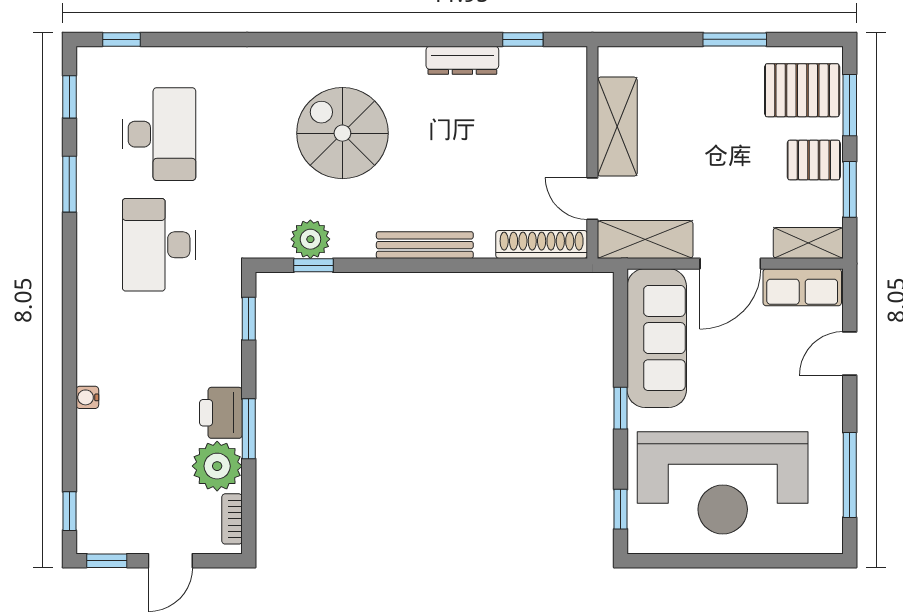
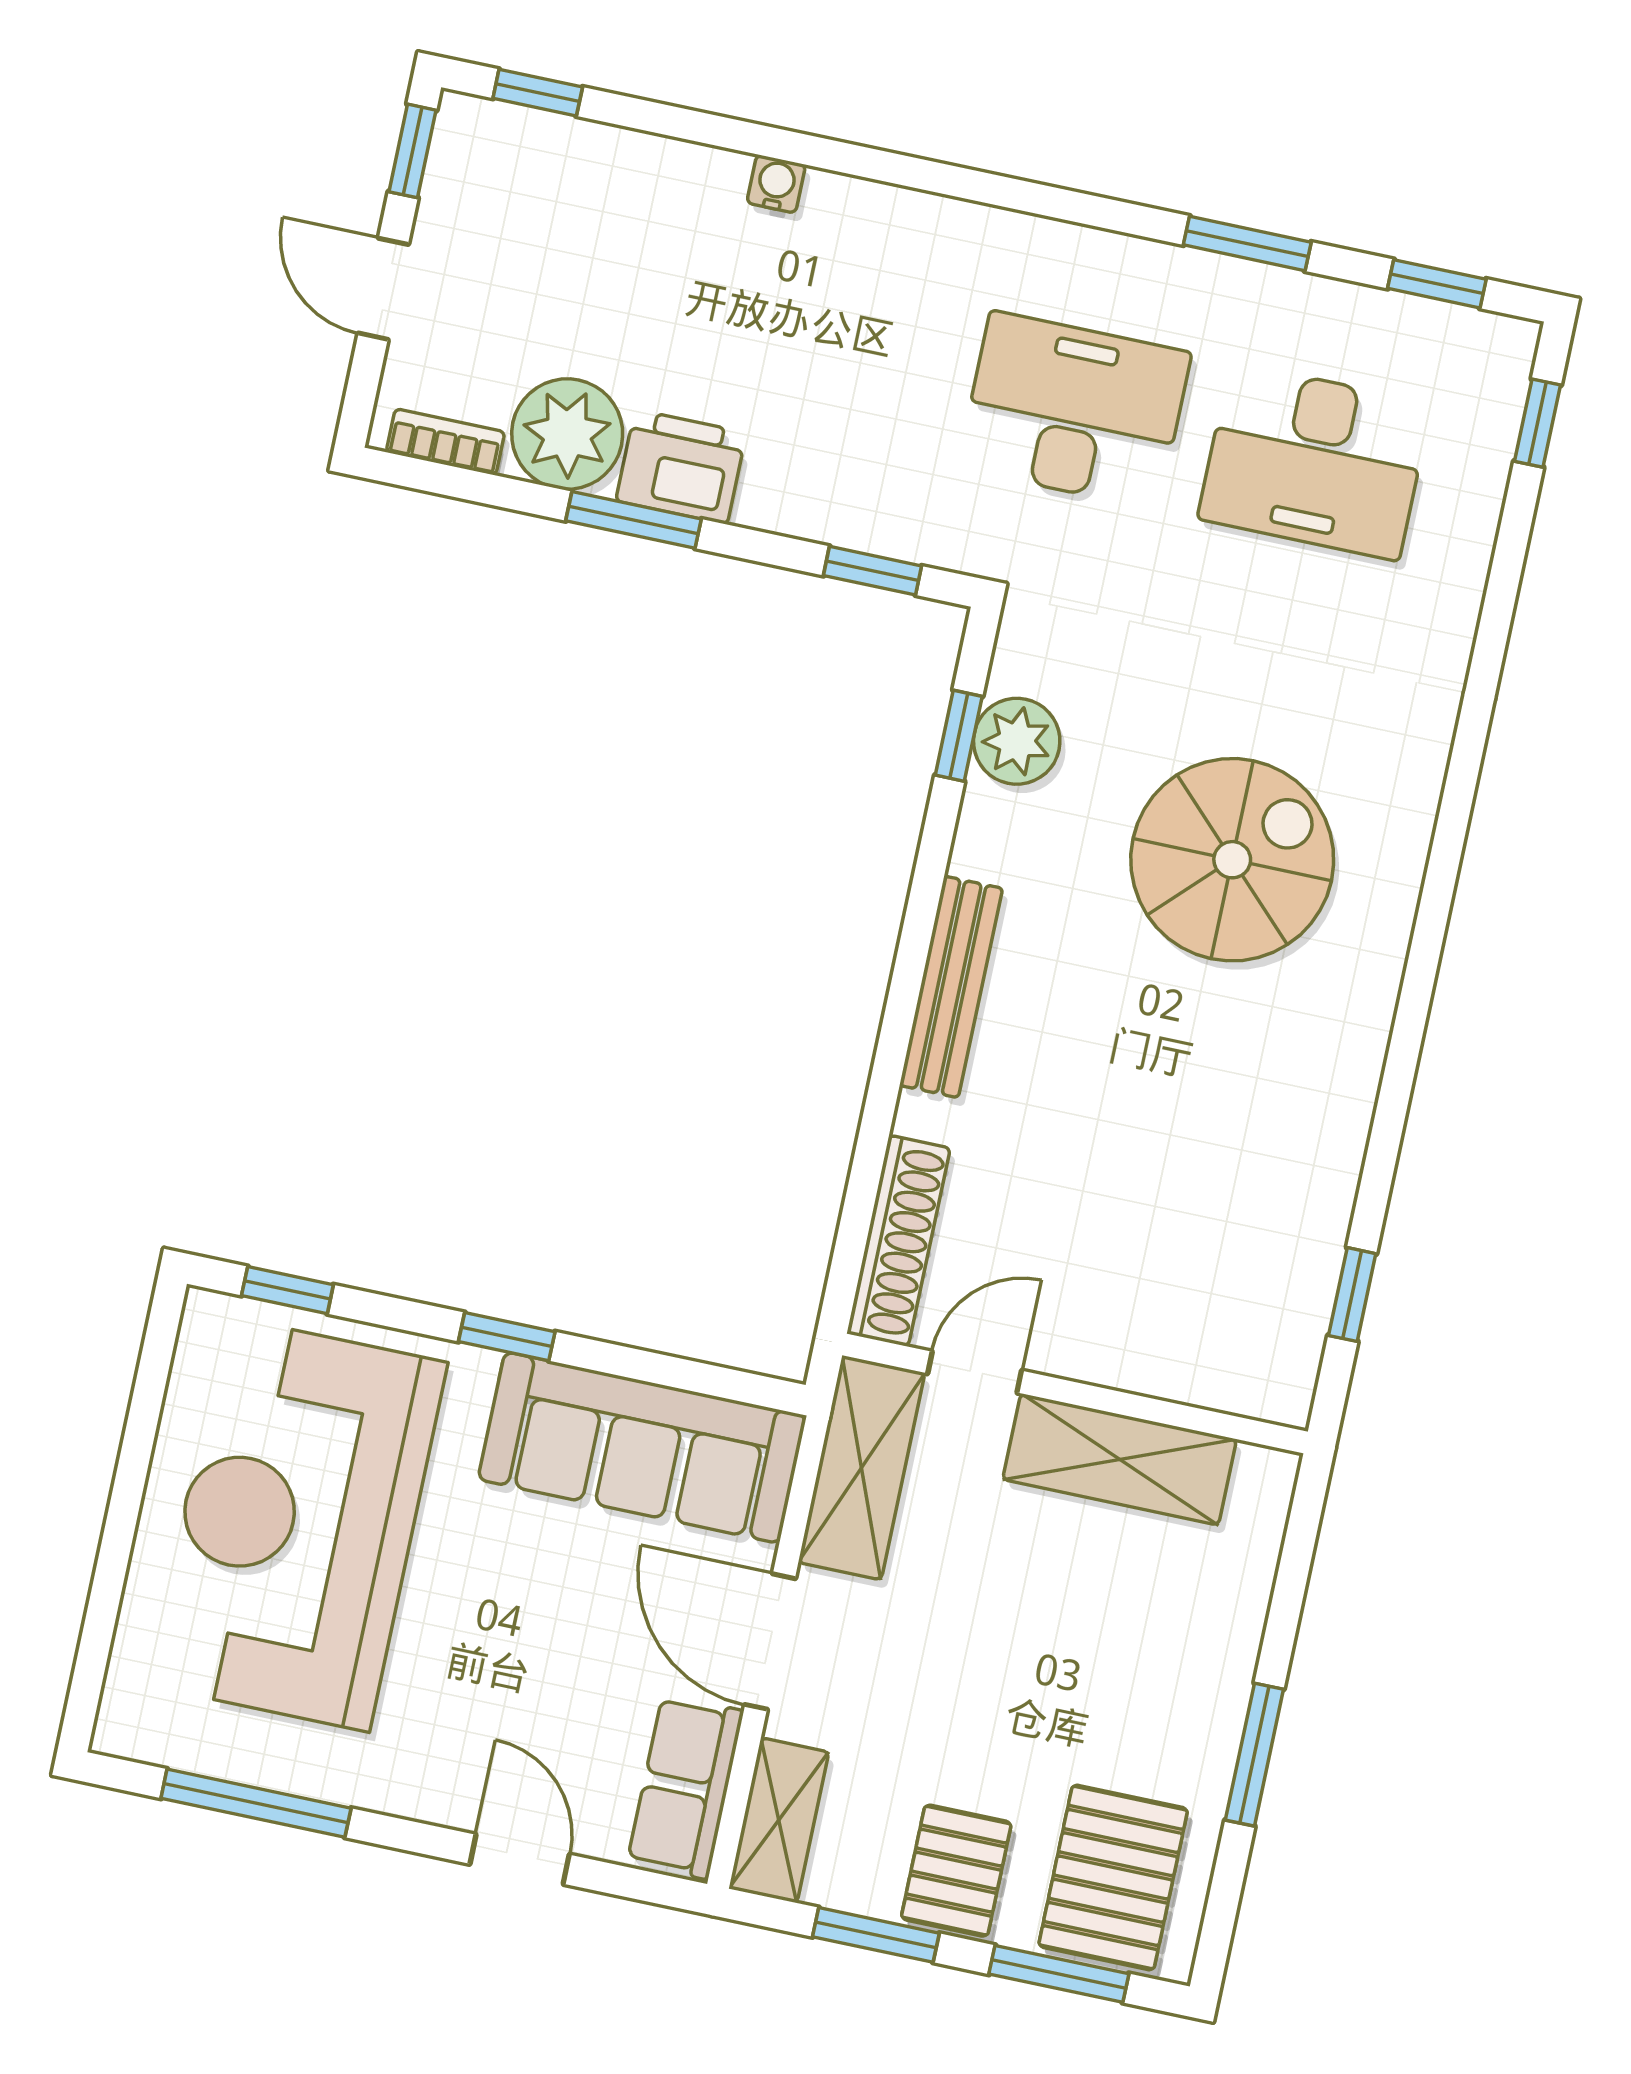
dresser: (462, 60) -> (1335, 1154), removed

